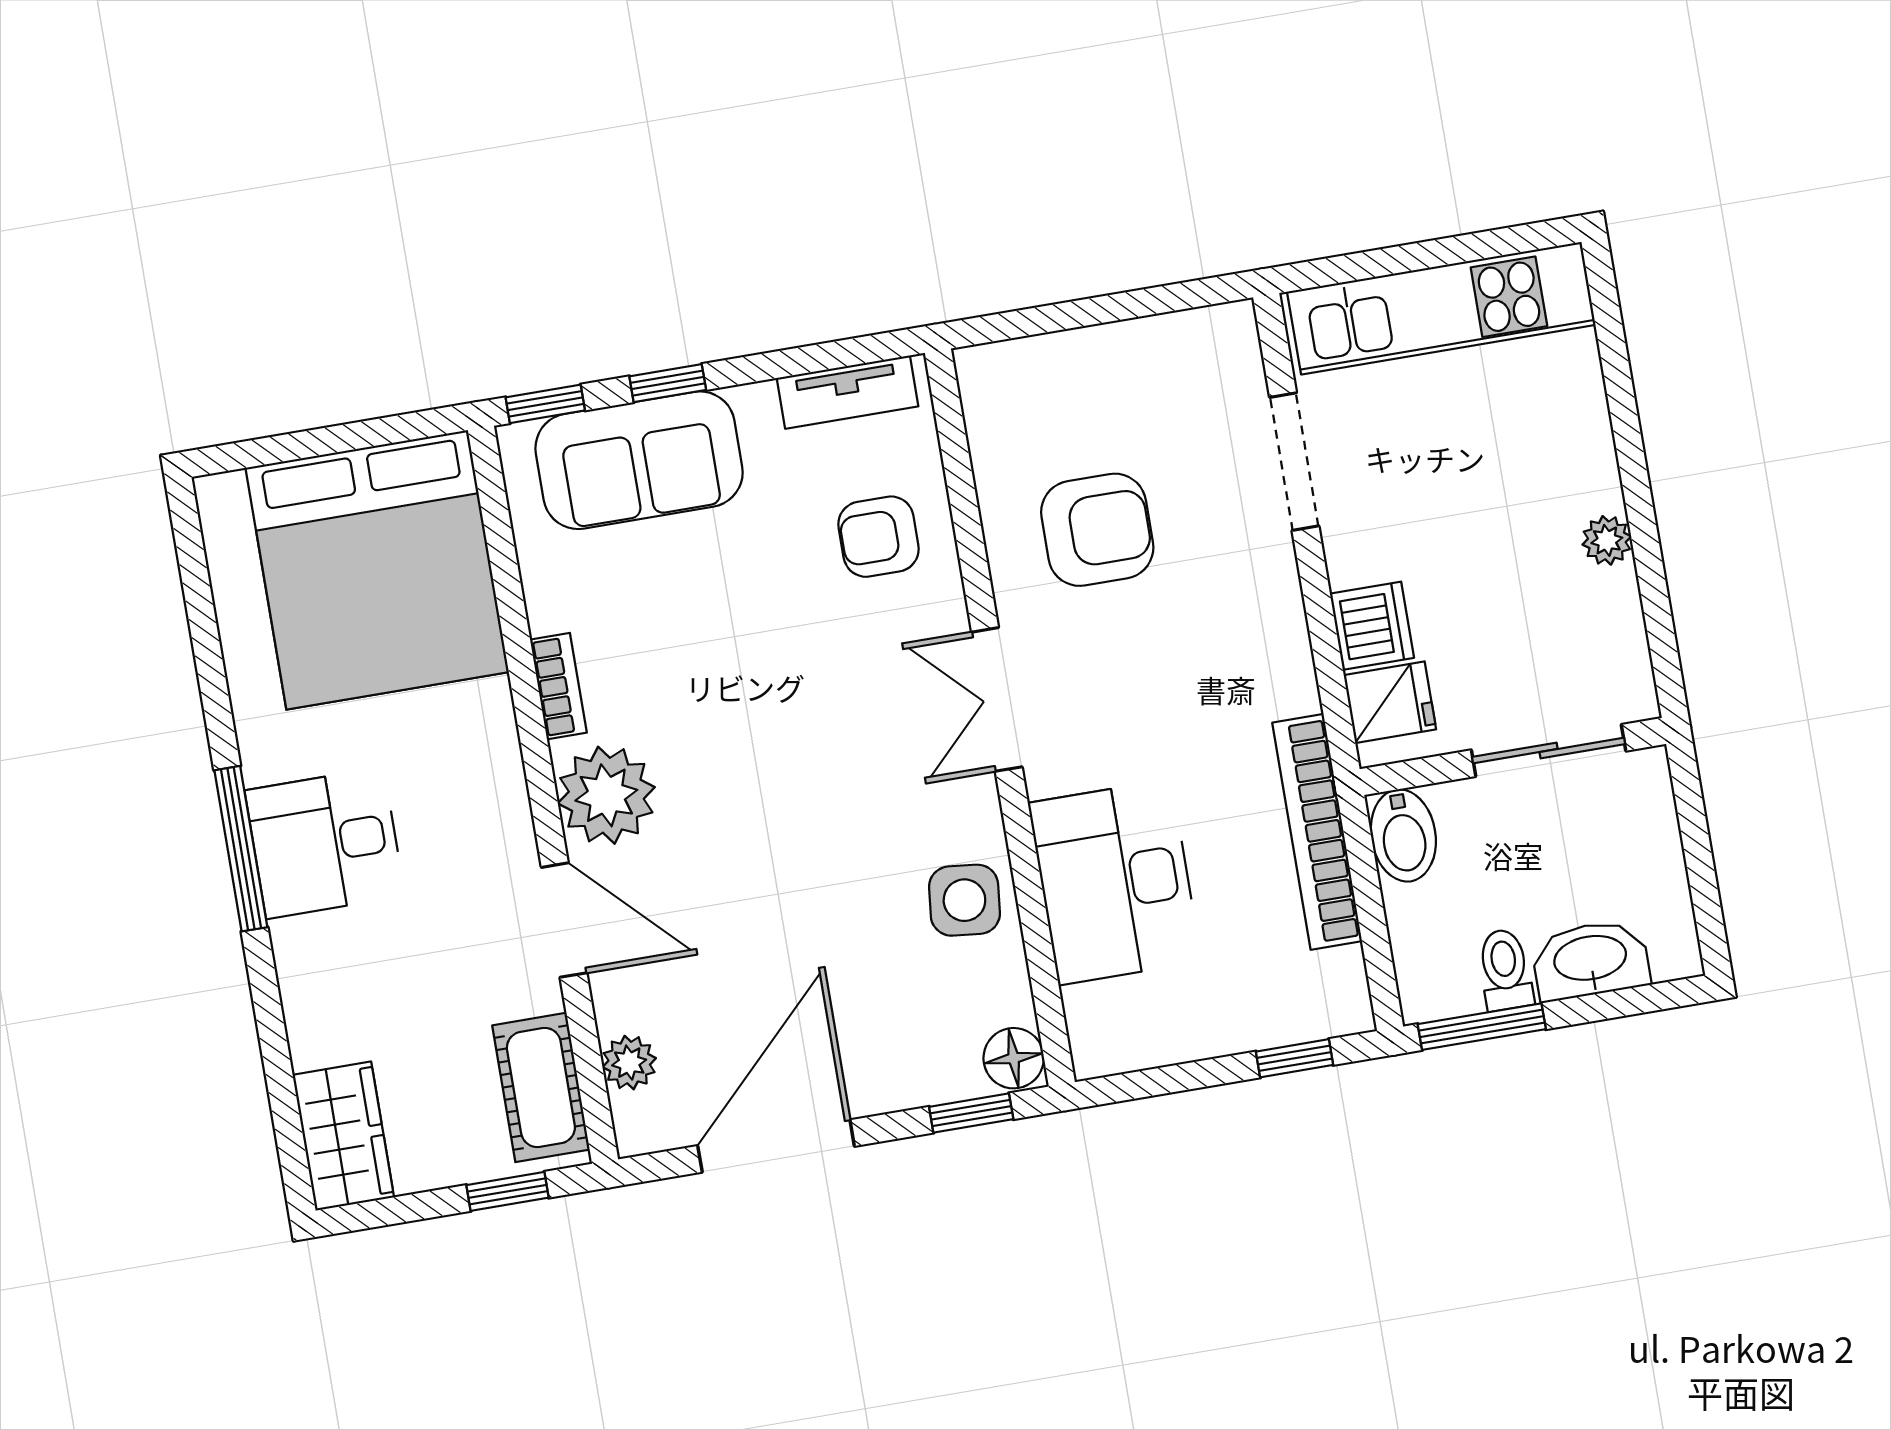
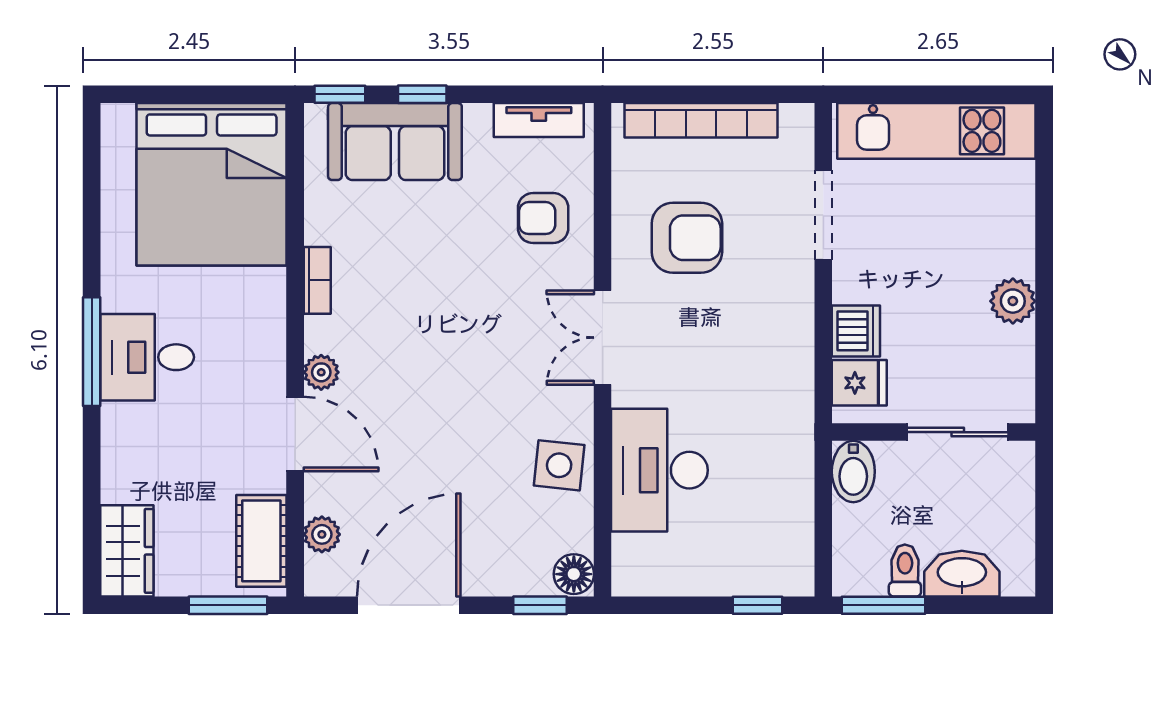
plant: (1607, 540) -> (1013, 301), width x1.38, depth x1.38
plant: (606, 795) -> (321, 372), width x0.53, depth x0.53
bookcase: (1317, 832) -> (701, 120), moved, turned -90
window: (508, 1191) -> (228, 605), width x1.50

